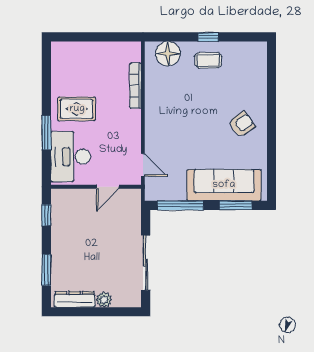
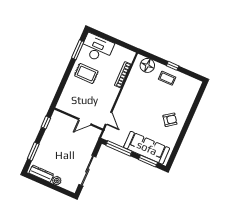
window: (46, 133) -> (78, 50), moved
desk: (71, 157) -> (97, 48), moved, turned 90

